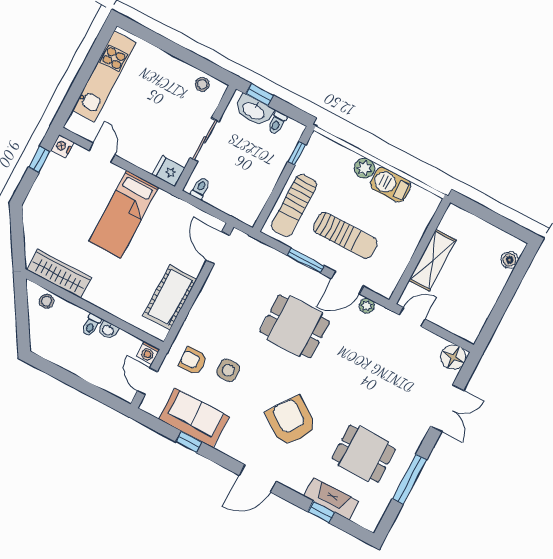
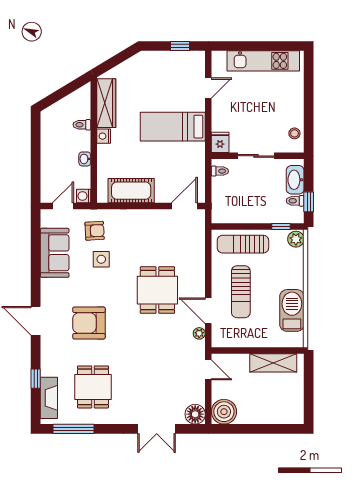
window: (260, 95) -> (309, 202), moved
nightstand: (62, 146) -> (104, 136), moved, turned -90
plant: (365, 168) -> (296, 239), moved
barbecue: (391, 185) -> (292, 310), width x1.37, depth x1.21
window: (306, 260) -> (208, 273), removed
shelving: (432, 260) -> (273, 363), moved
boiler: (510, 260) -> (224, 412), moved, width x1.86, depth x1.86
stool: (46, 301) -> (82, 104), removed
toilet: (91, 325) -> (82, 125), moved
armchair: (193, 361) -> (95, 231), turned 87
armchair: (291, 421) -> (89, 323), turned -125
window: (189, 442) -> (36, 258), removed
window: (410, 479) -> (74, 429), moved
fireplace: (331, 499) -> (49, 398), moved

